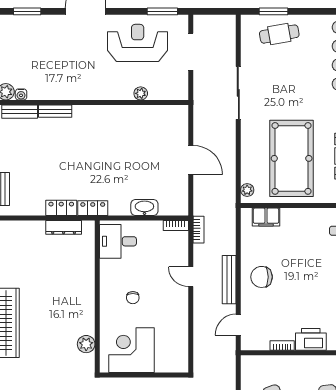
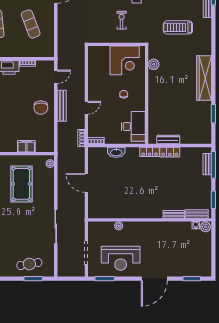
pool table: (292, 158) -> (21, 184), width x0.73, depth x0.76
filing cabinet: (266, 217) -> (26, 146), moved
desk: (118, 241) -> (133, 126), width x1.37
door: (191, 277) -> (86, 108), hinge flipped
chair: (262, 277) -> (41, 108), turned 90

